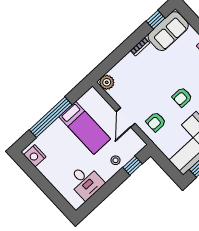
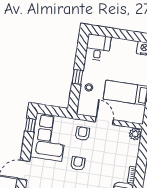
window: (132, 166) -> (77, 77), moved
desk: (86, 182) -> (98, 48), moved, turned 90

